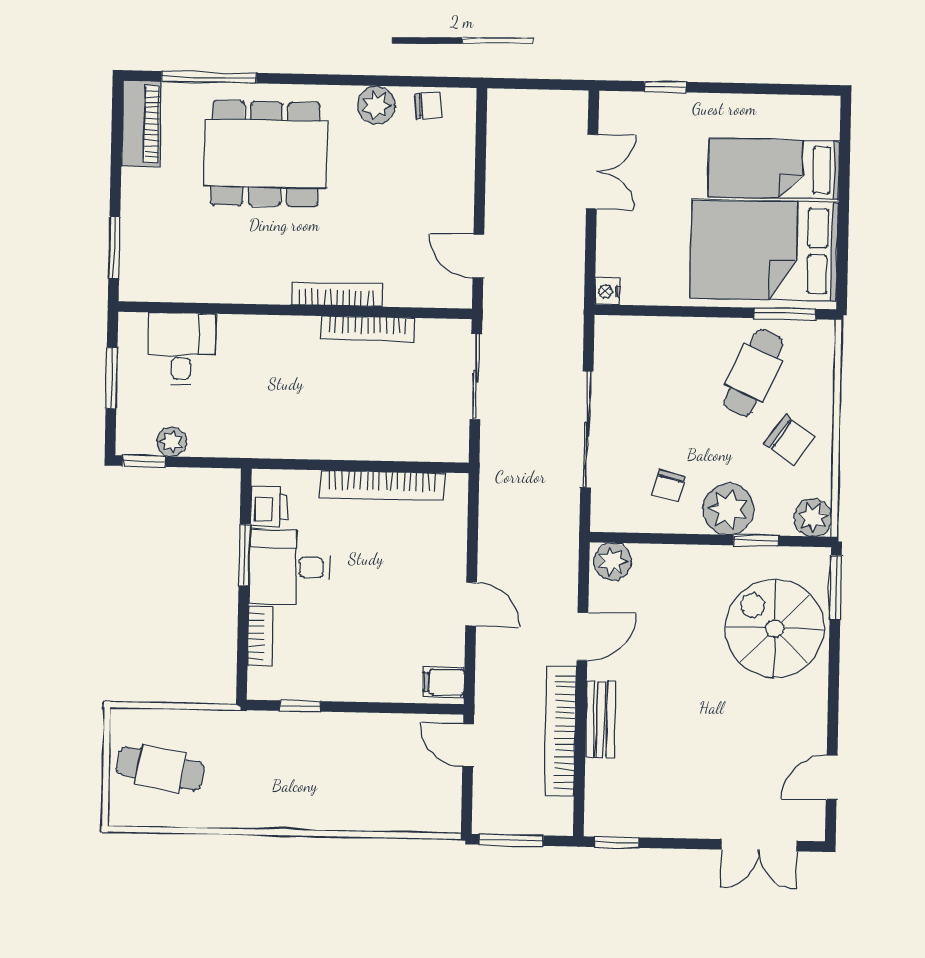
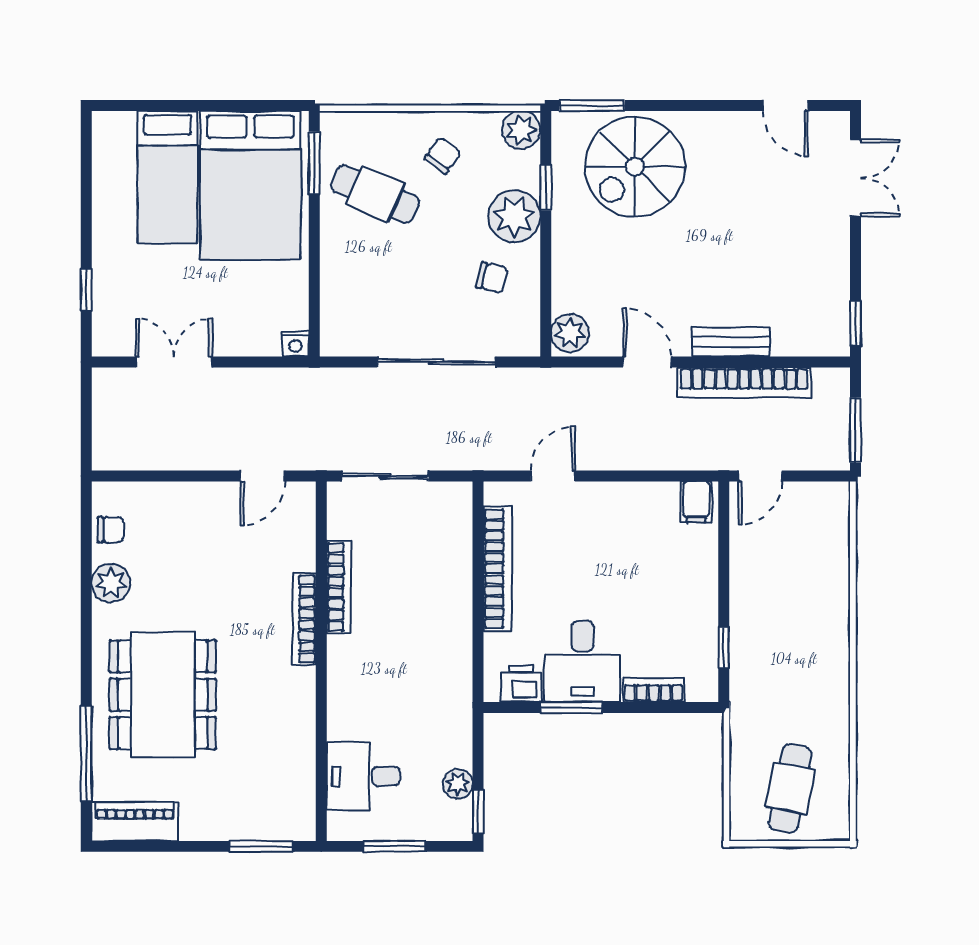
chair: (429, 106) -> (110, 530), turned 95
chair: (790, 440) -> (443, 155), width x0.73, depth x0.73
door: (471, 604) -> (553, 476), moved

